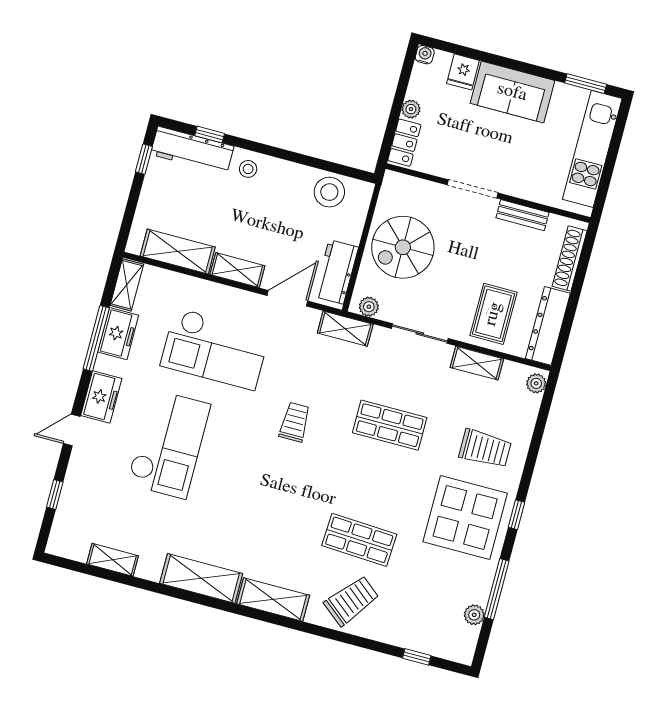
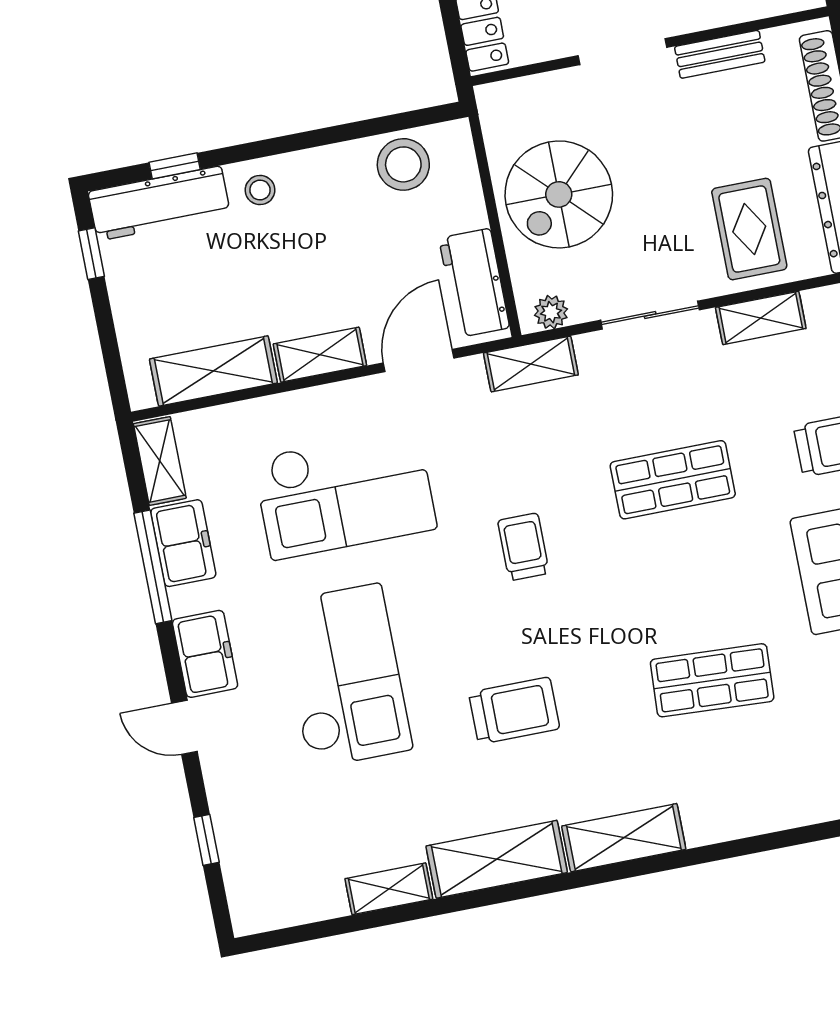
door: (72, 430) -> (184, 727), hinge flipped
shelving: (113, 560) -> (389, 889), moved
trolley: (352, 601) -> (514, 711), moved, turned 51

